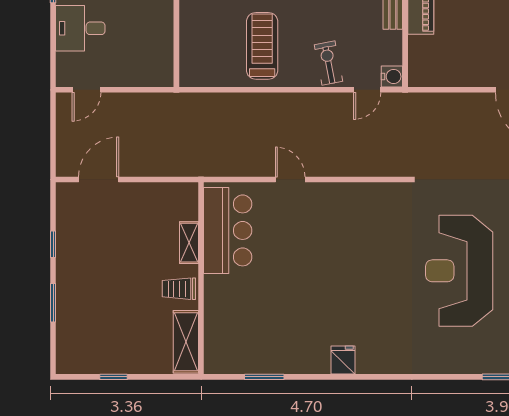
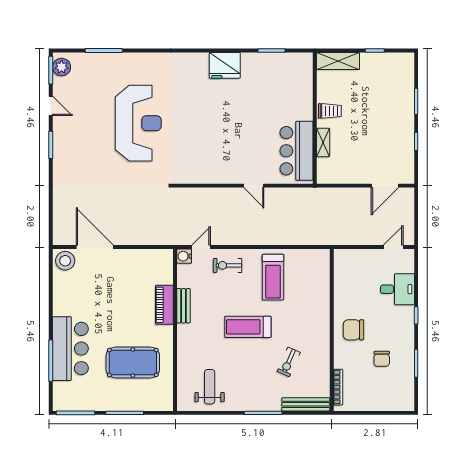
exercise bike: (328, 63) -> (228, 265), turned 101
shelving: (186, 342) -> (338, 61), moved, turned 90
fridge: (343, 360) -> (225, 65), width x1.88, depth x1.34

